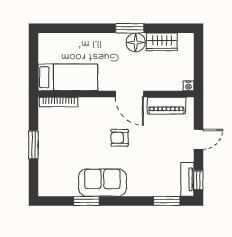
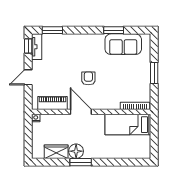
armchair: (120, 138) -> (88, 78), turned -90
sofa: (102, 183) -> (123, 44), moved

